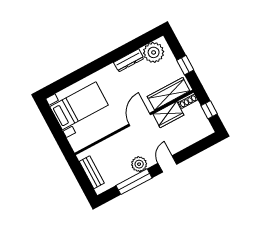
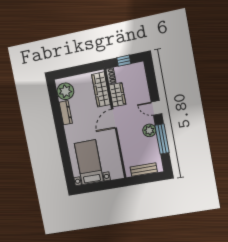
window: (185, 65) -> (83, 69), removed
door: (140, 119) -> (114, 119), hinge flipped

